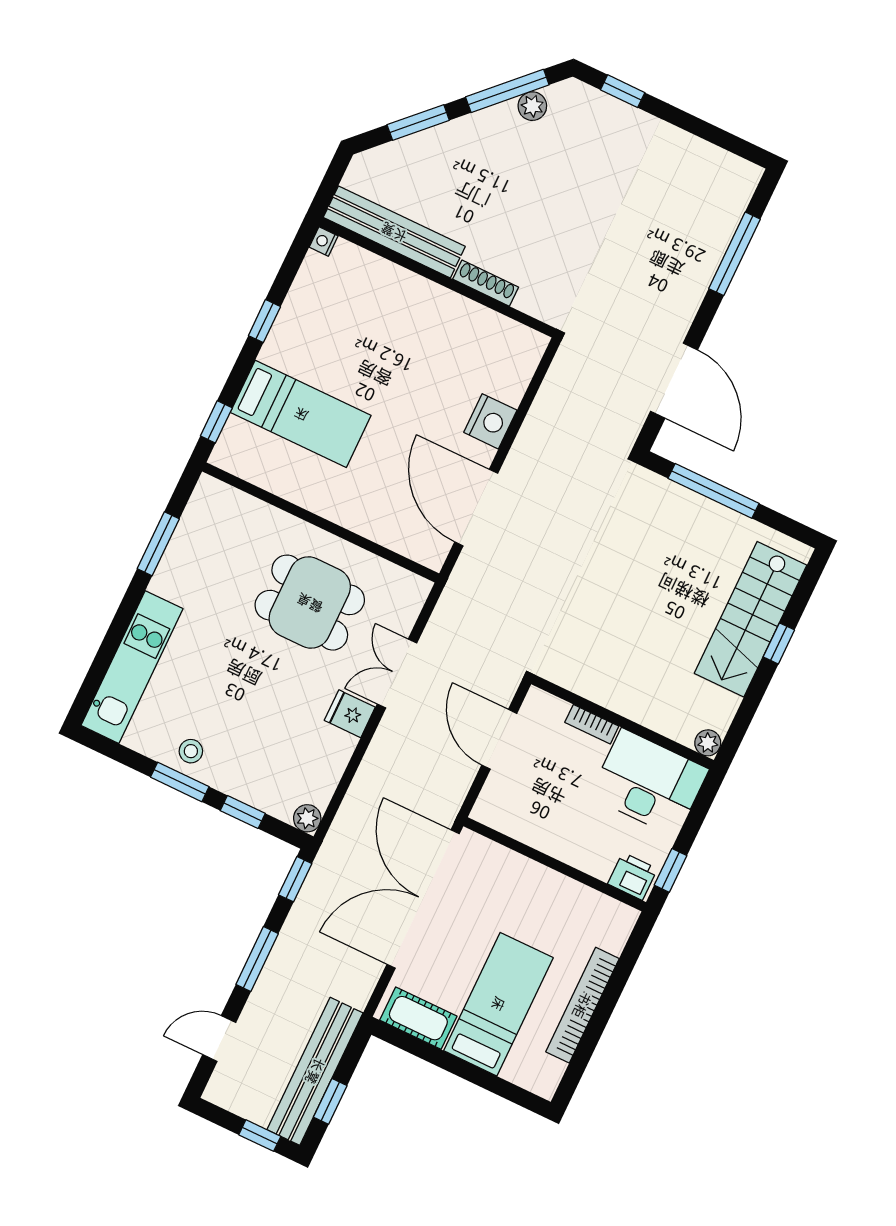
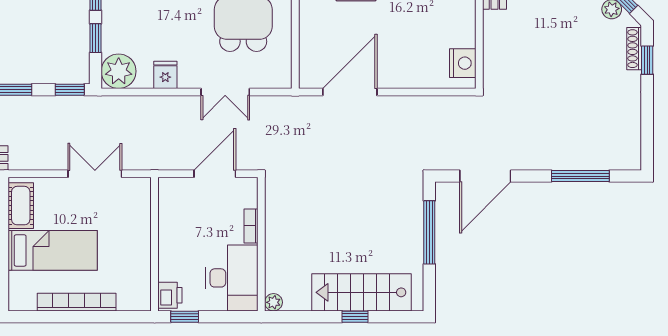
shoe rack: (486, 283) -> (634, 49), moved, turned 180
nightstand: (490, 421) -> (463, 63), moved, turned -90
double door: (397, 674) -> (225, 92), swing flipped
fridge: (350, 714) -> (165, 75), moved
plant: (307, 818) -> (119, 71), width x1.87, depth x1.87
double door: (423, 899) -> (95, 174), width x0.54

